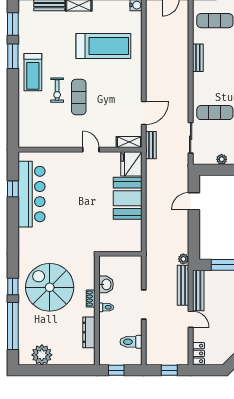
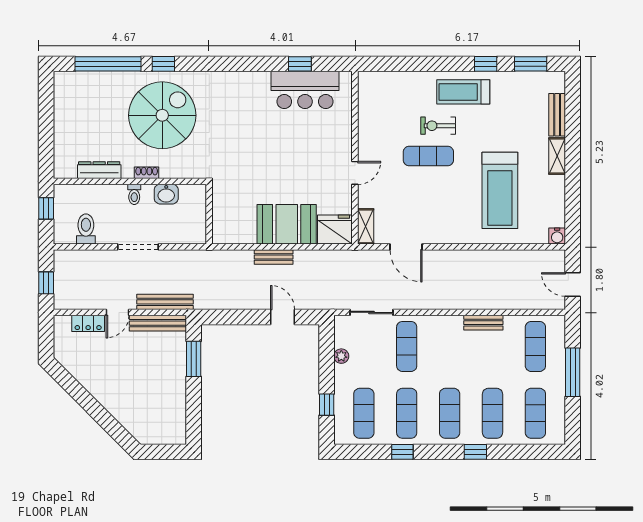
window: (13, 56) -> (486, 64), width x0.67
bench: (151, 145) -> (274, 257), moved
bar counter: (32, 194) -> (305, 90), width x0.73
plant: (183, 259) -> (202, 302), removed
locker: (198, 353) -> (88, 323), moved
plant: (42, 355) -> (68, 104), removed

